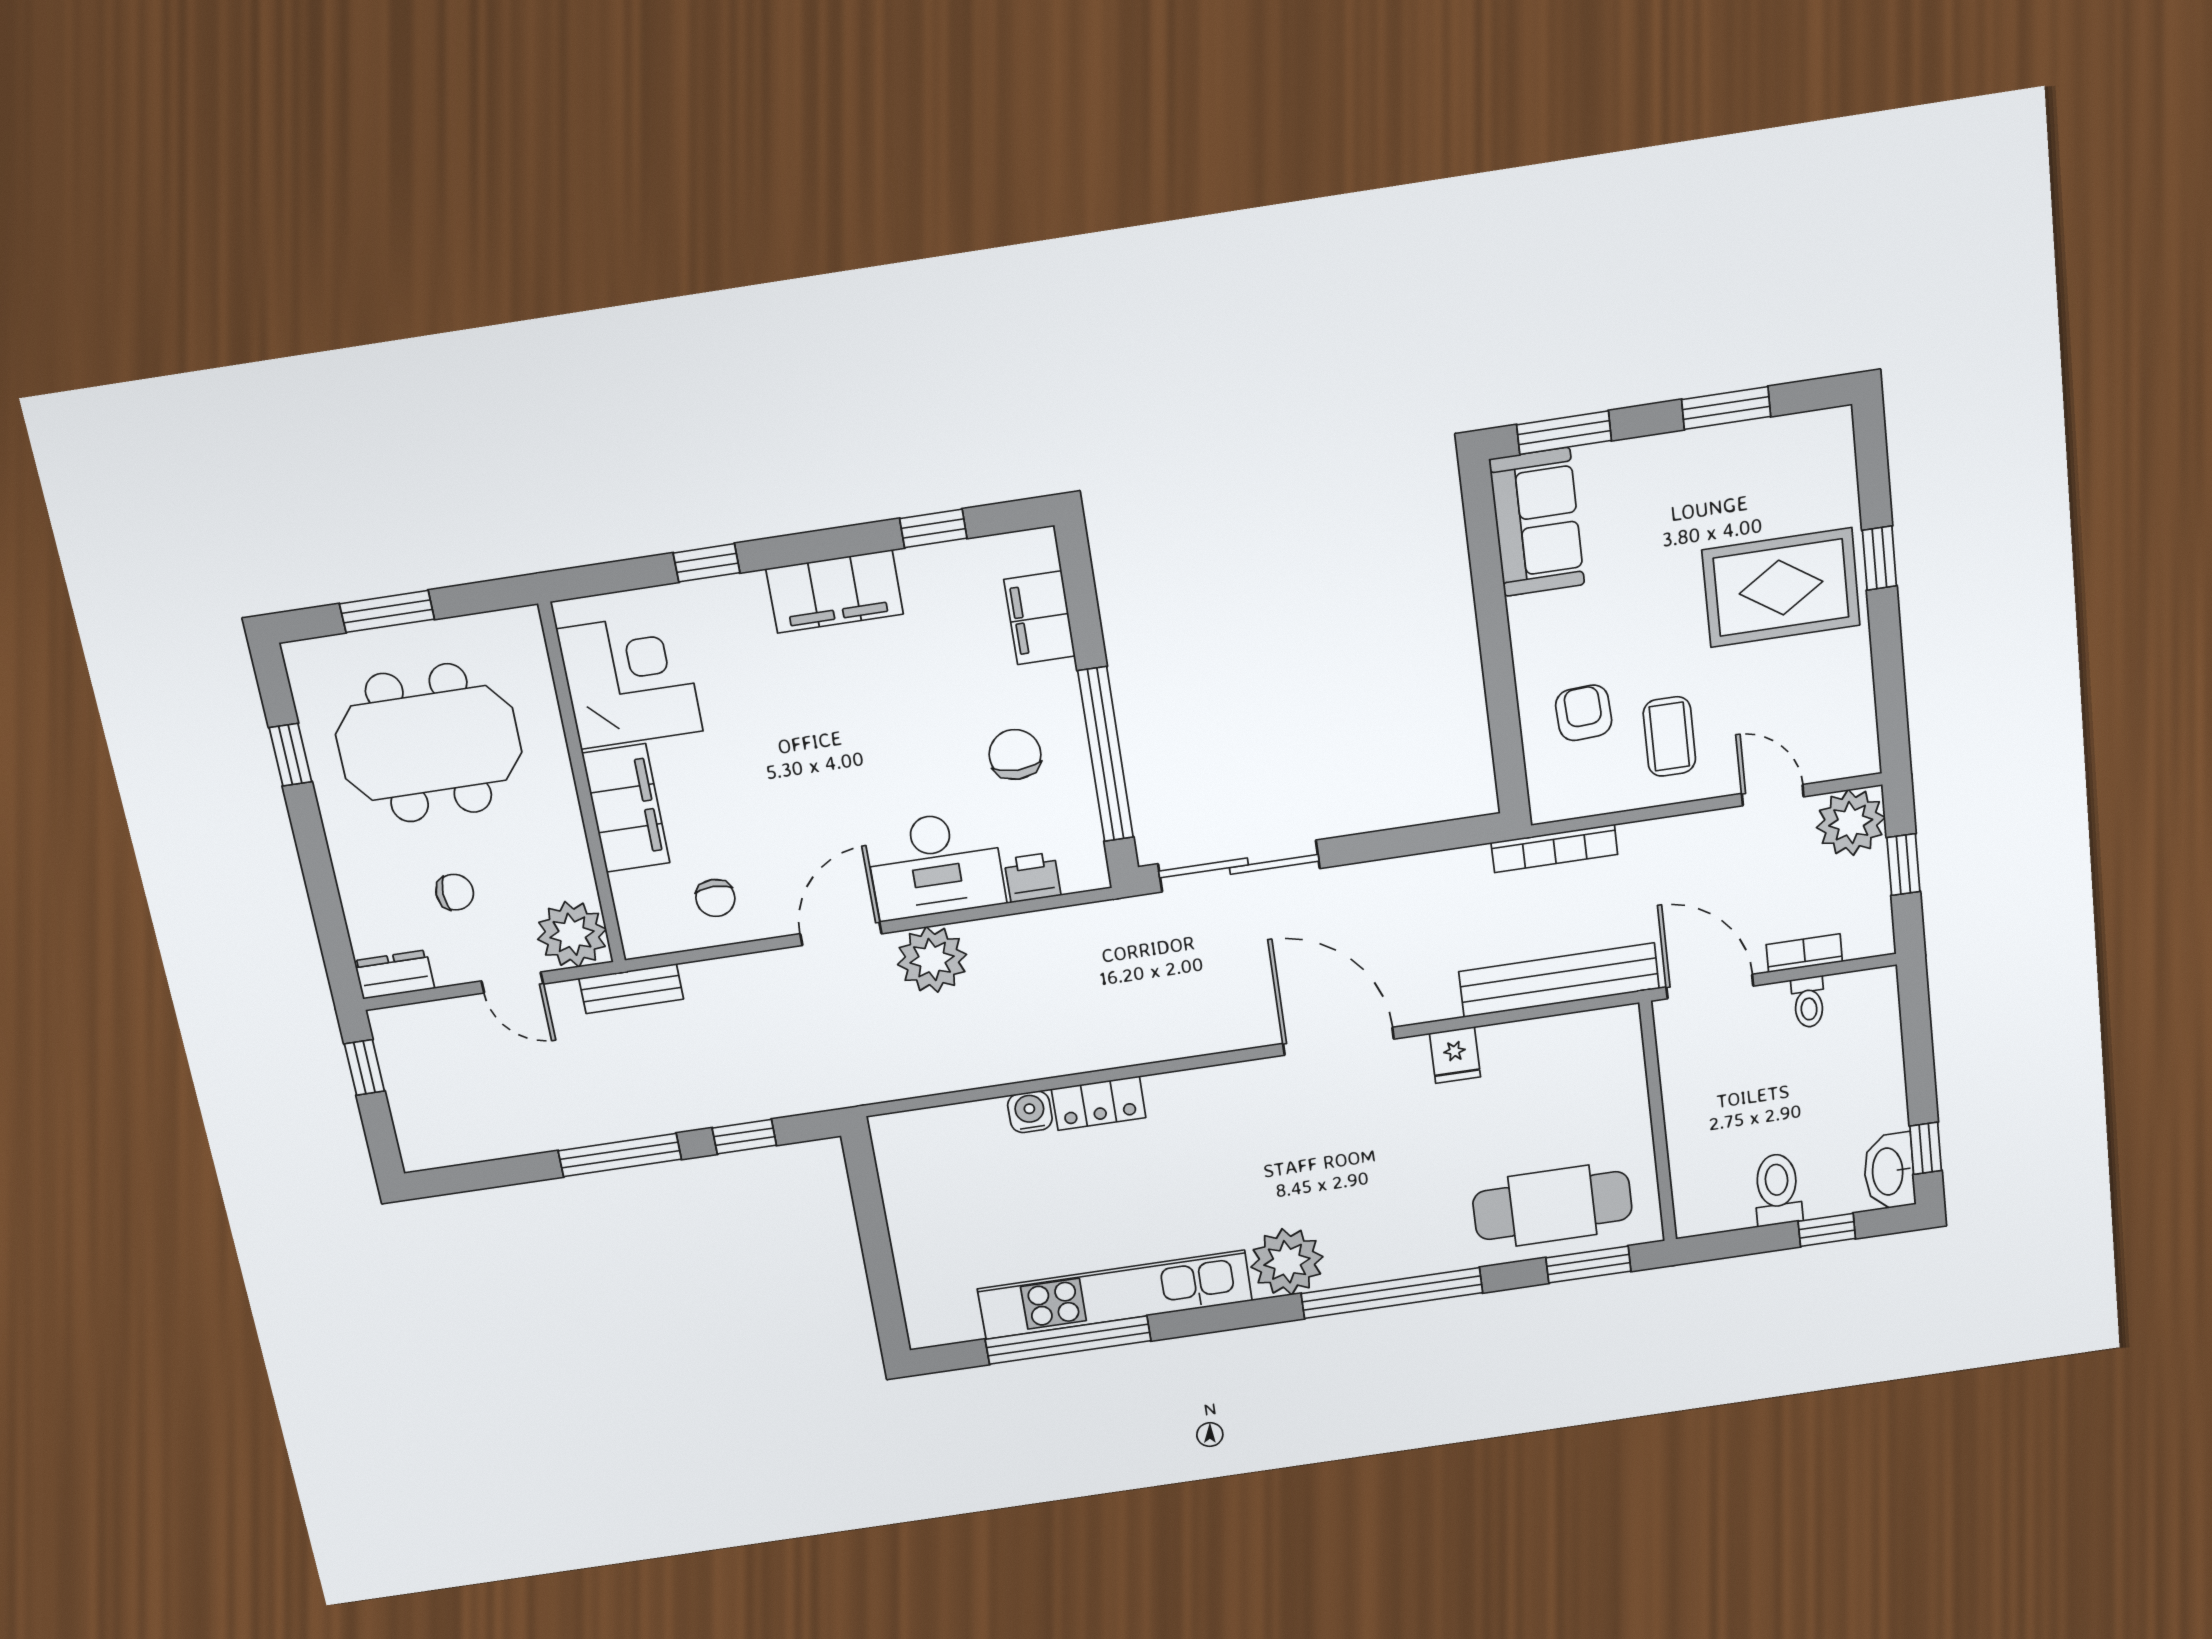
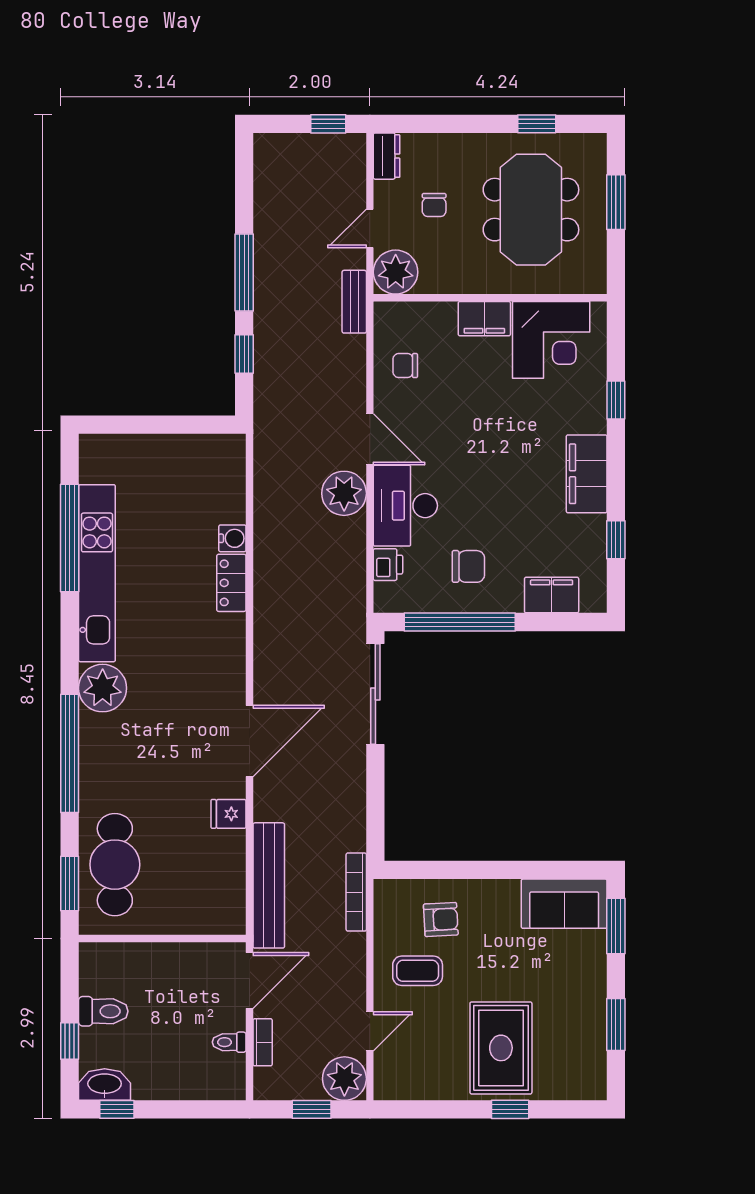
filing cabinet: (626, 808) -> (484, 319), width x0.67, depth x0.86

